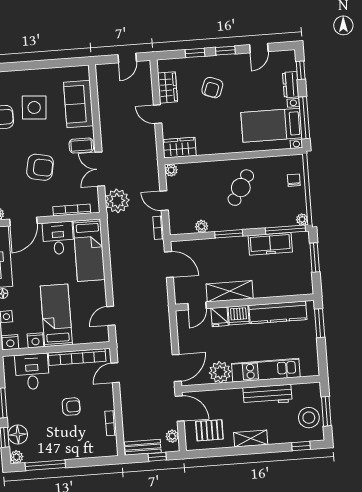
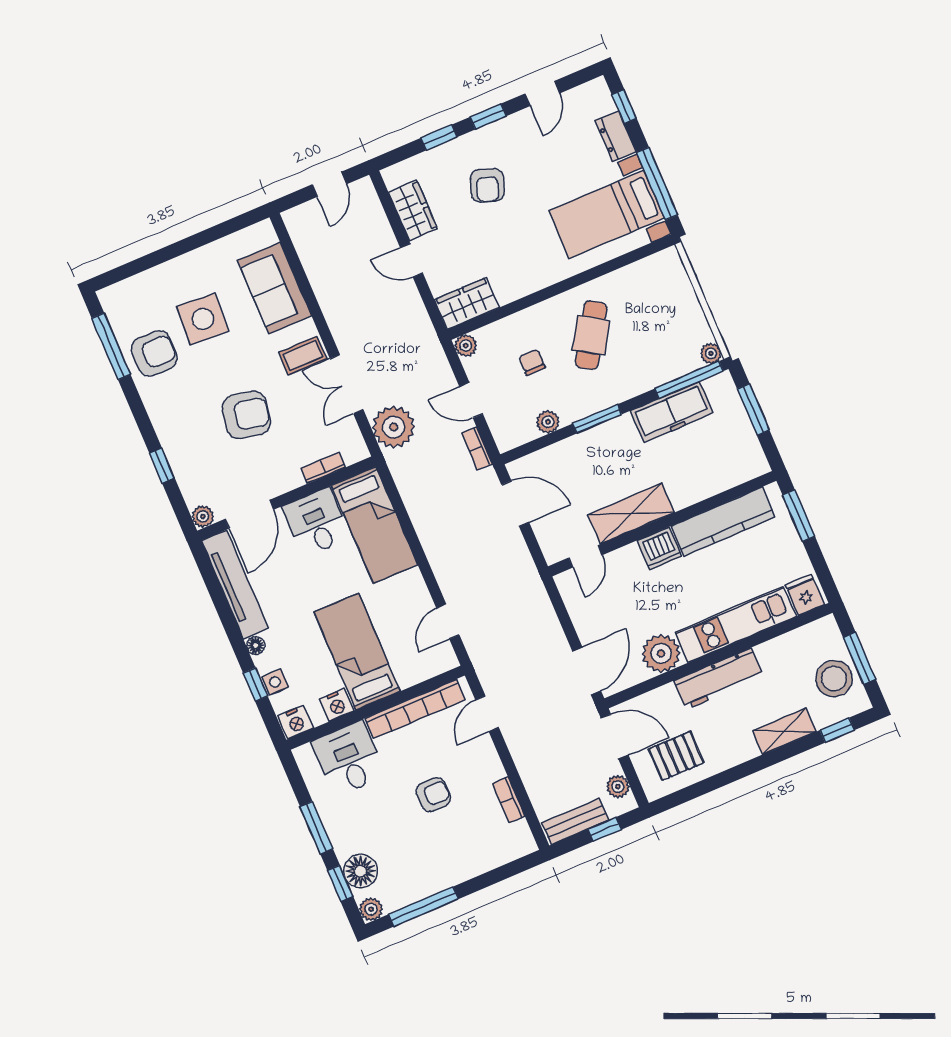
chair: (294, 180) -> (532, 362), moved
bookcase: (72, 210) -> (323, 468), width x0.64
fridge: (220, 317) -> (805, 595), moved, turned 180
workbench: (268, 395) -> (719, 679), moved
shelving: (251, 438) -> (784, 731), moved

